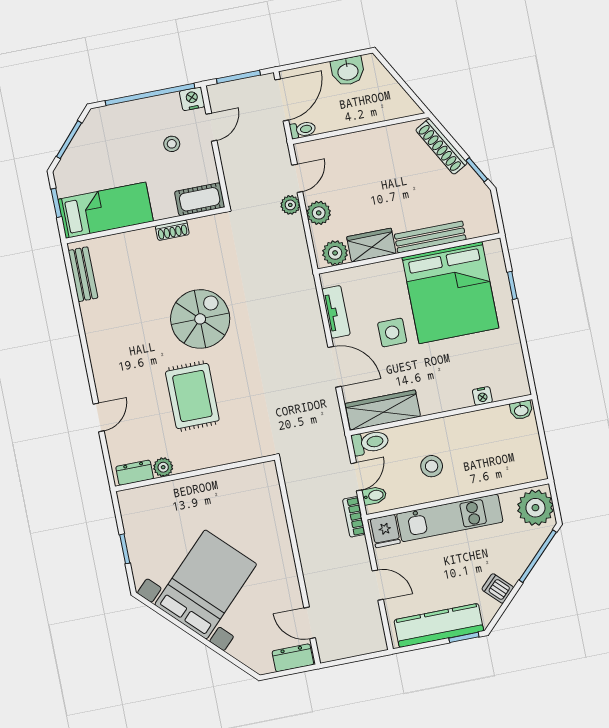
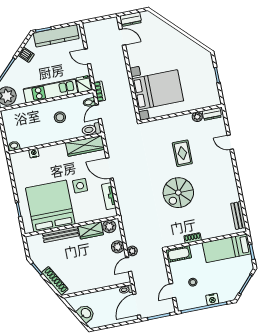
washbasin: (348, 71) -> (86, 313), moved, turned 60
nightstand: (192, 99) -> (212, 299), moved
rug: (192, 396) -> (182, 153), width x0.73, depth x0.70
door: (99, 417) -> (230, 142), hinge flipped
bed with nightstands: (206, 584) -> (158, 90), moved, turned -135

